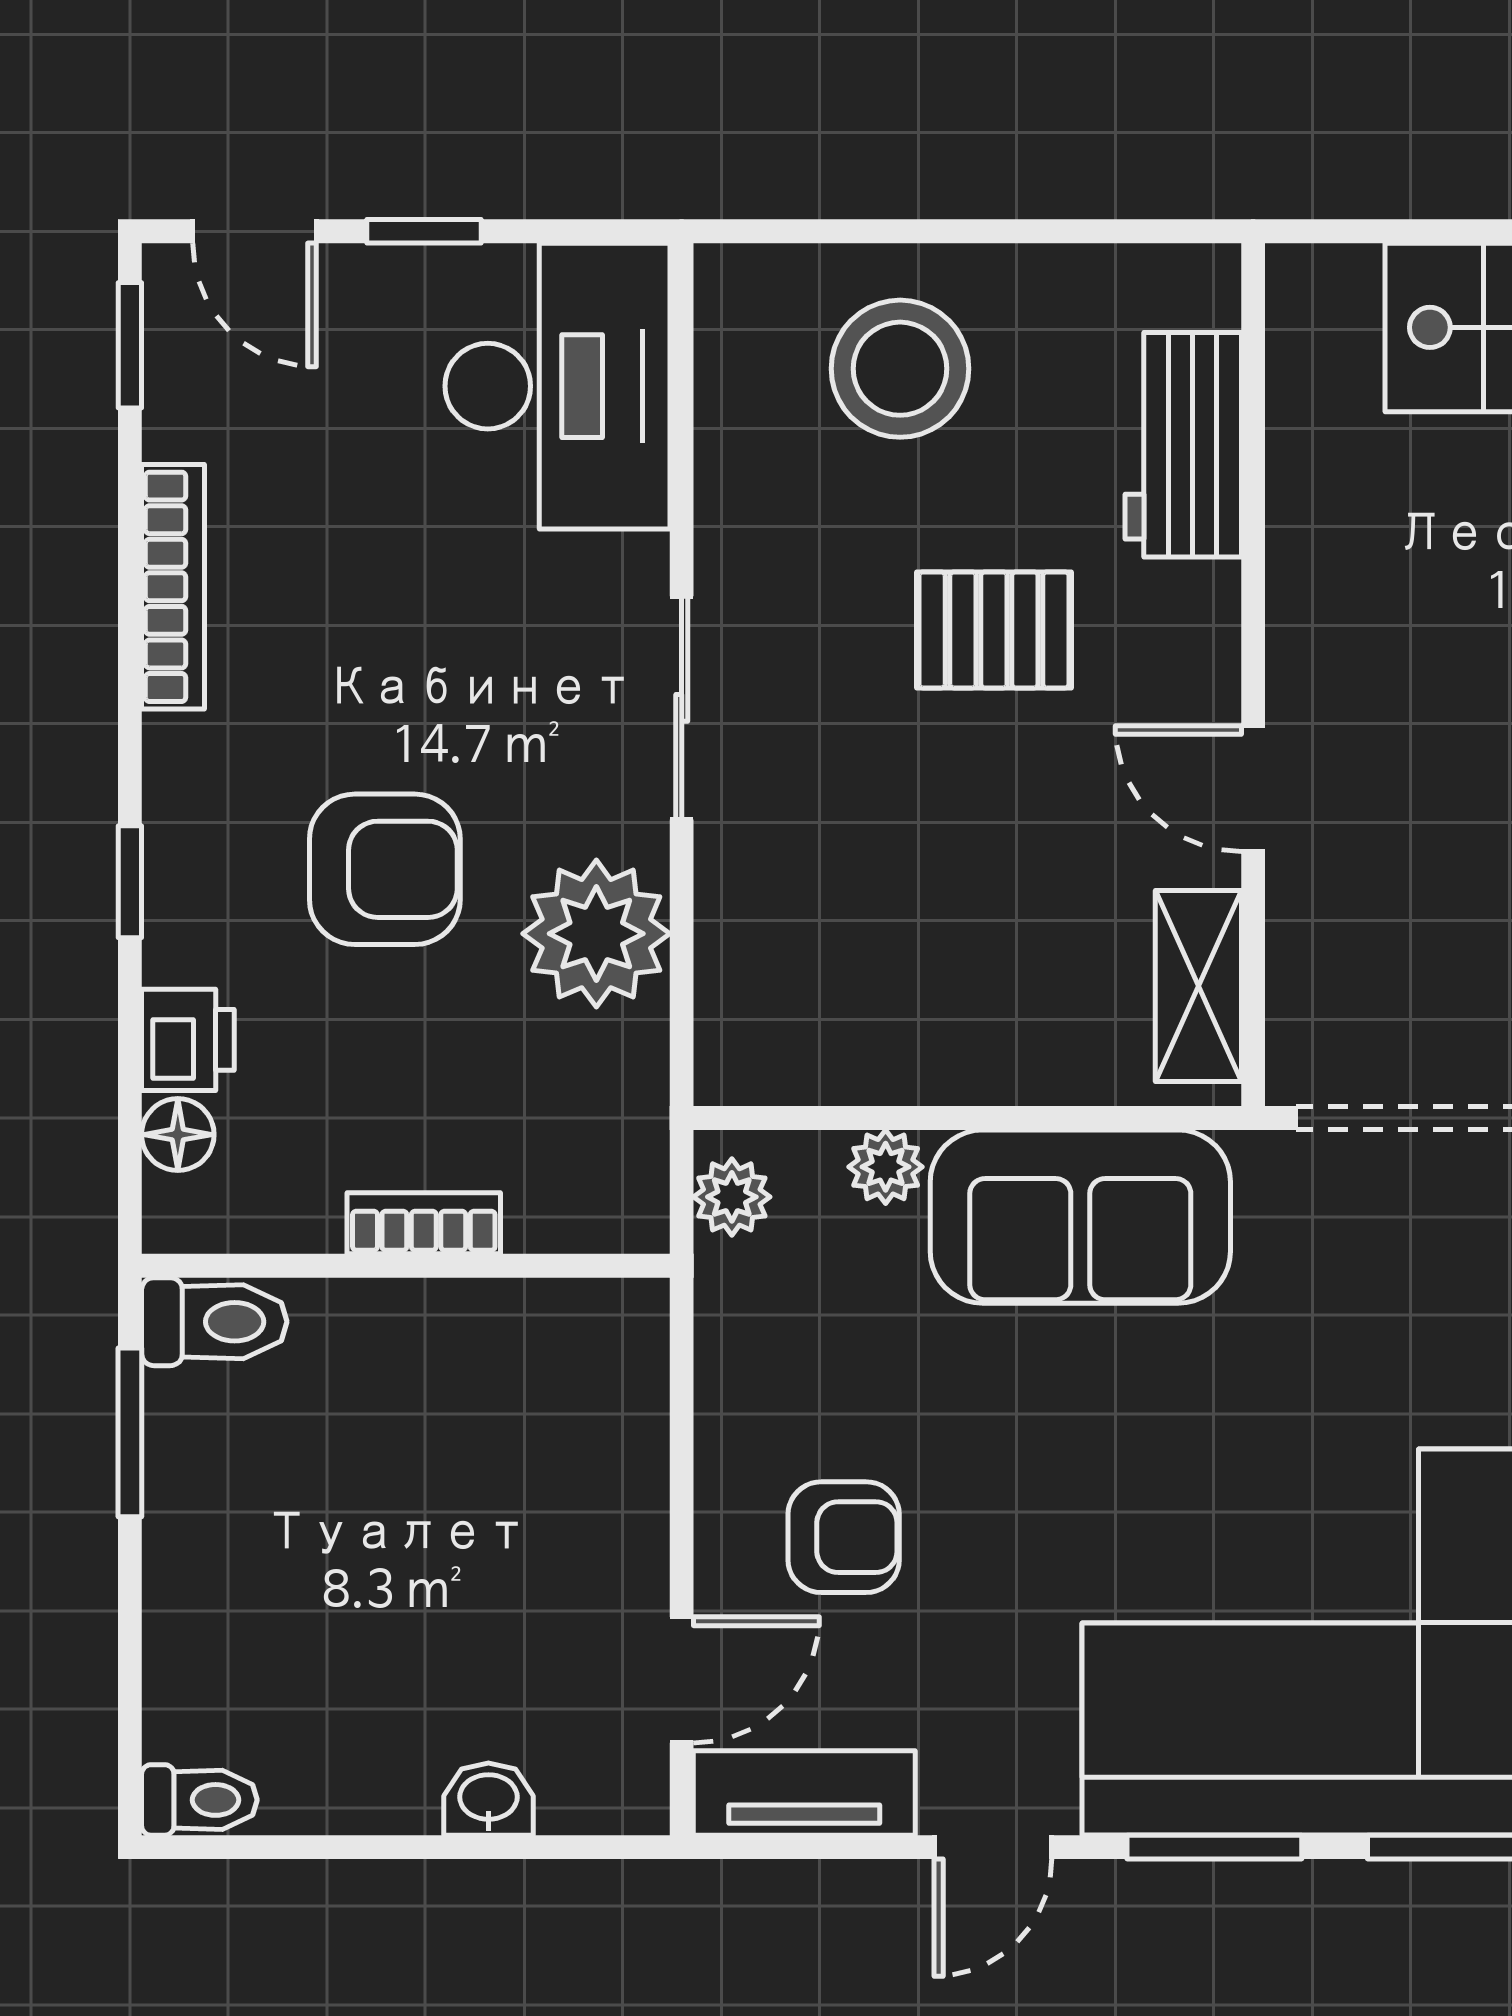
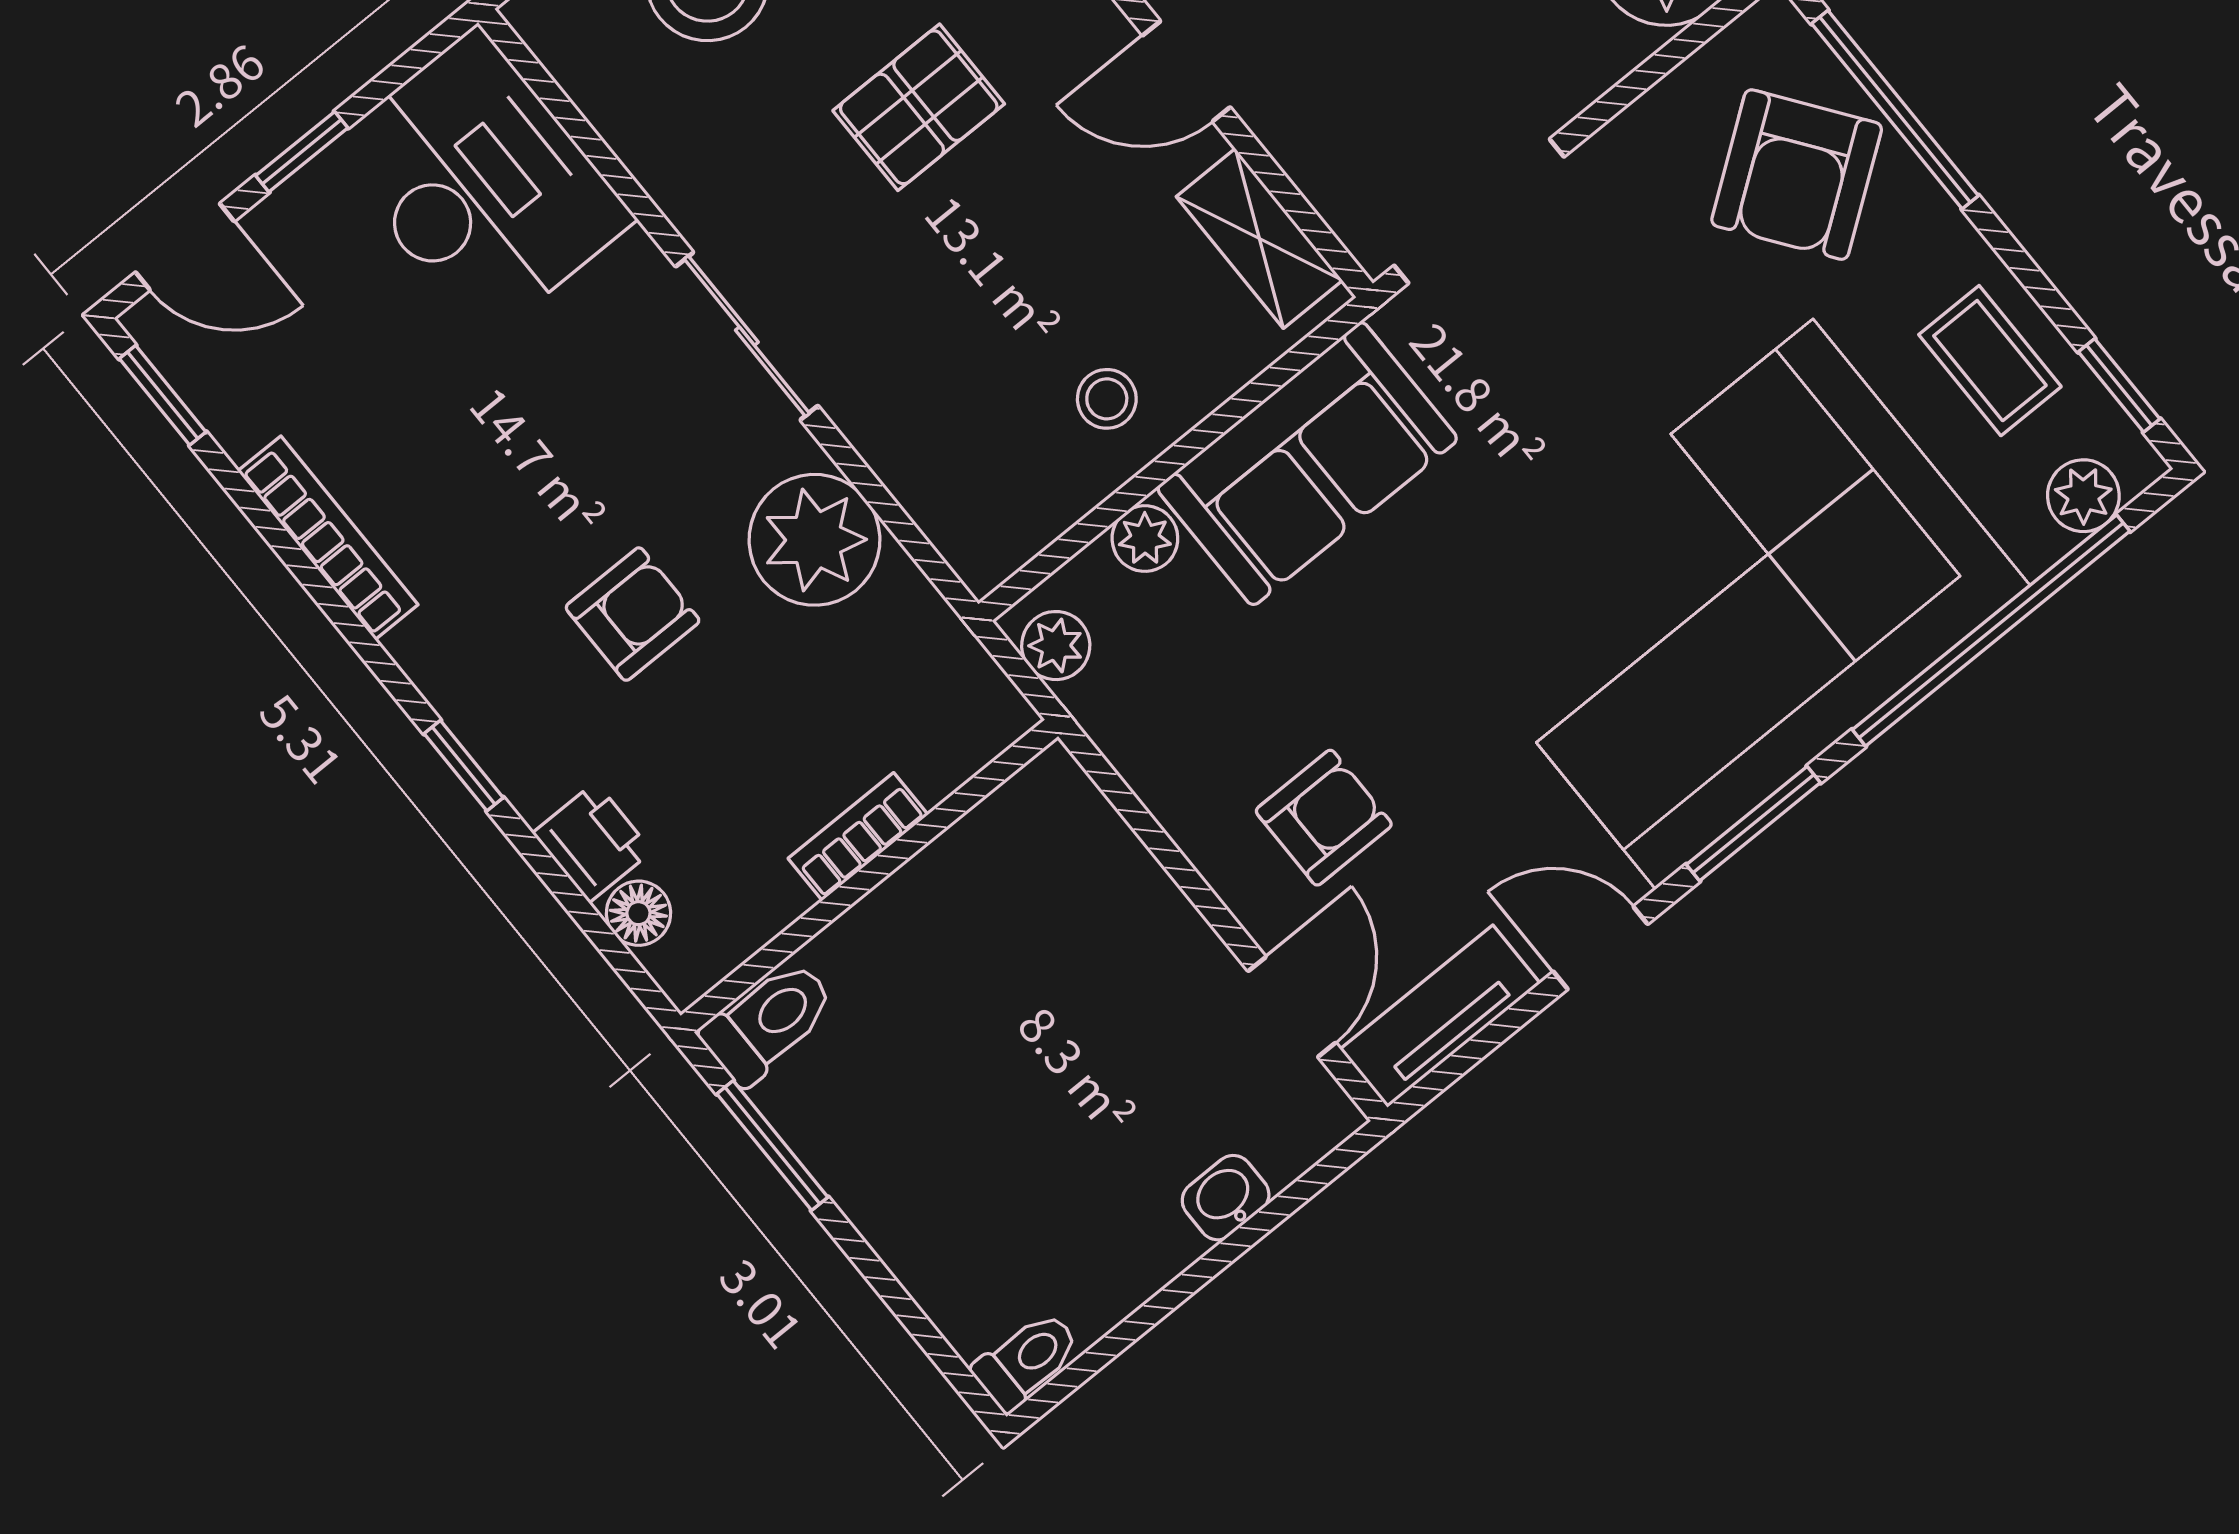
armchair: (385, 869) -> (633, 614), width x0.72, depth x0.72
stool: (951, 1018) -> (1107, 399), added
door: (993, 1847) -> (1601, 948), swing flipped

